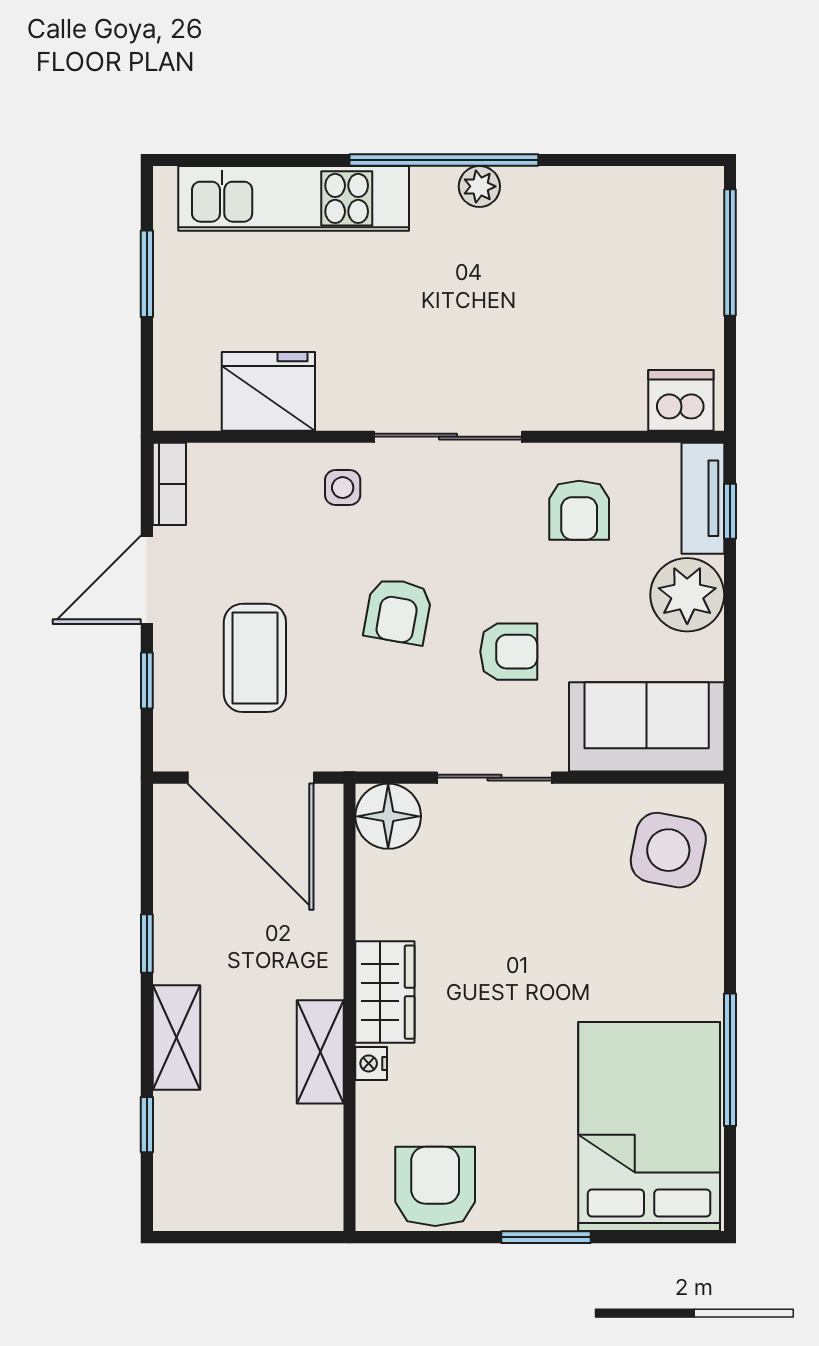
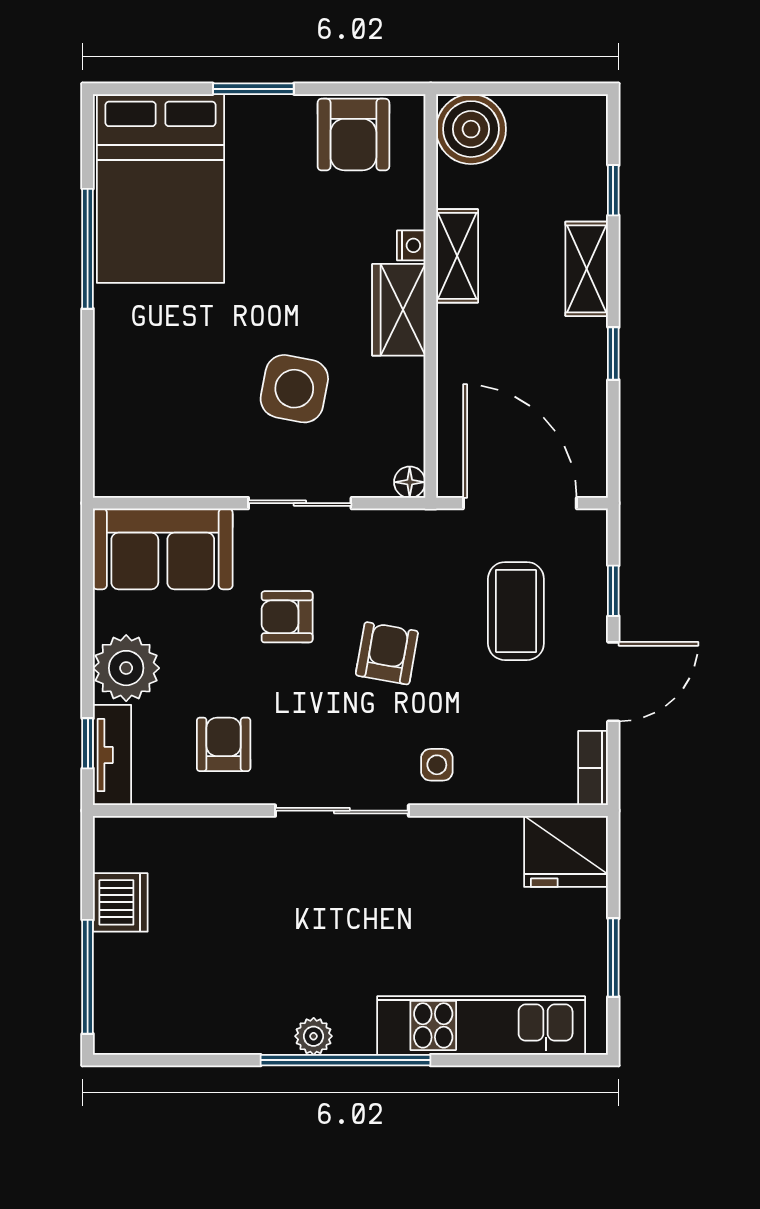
fridge: (268, 391) -> (566, 851), moved
dishwasher: (681, 400) -> (120, 902), moved, turned -90
floor lamp: (388, 816) -> (410, 482), width x0.53, depth x0.53
side table: (668, 850) -> (294, 389), moved
boiler: (305, 1192) -> (471, 129), added

